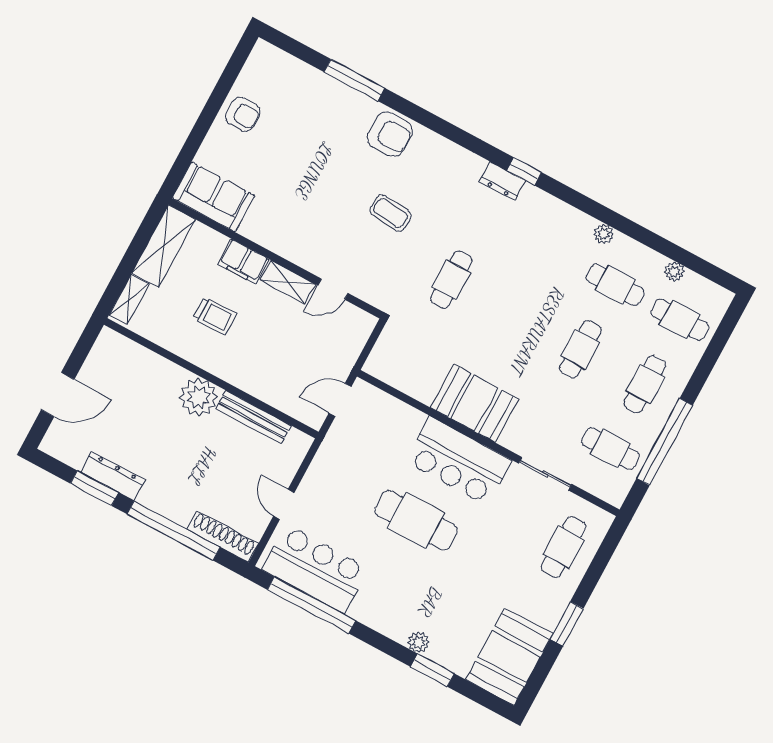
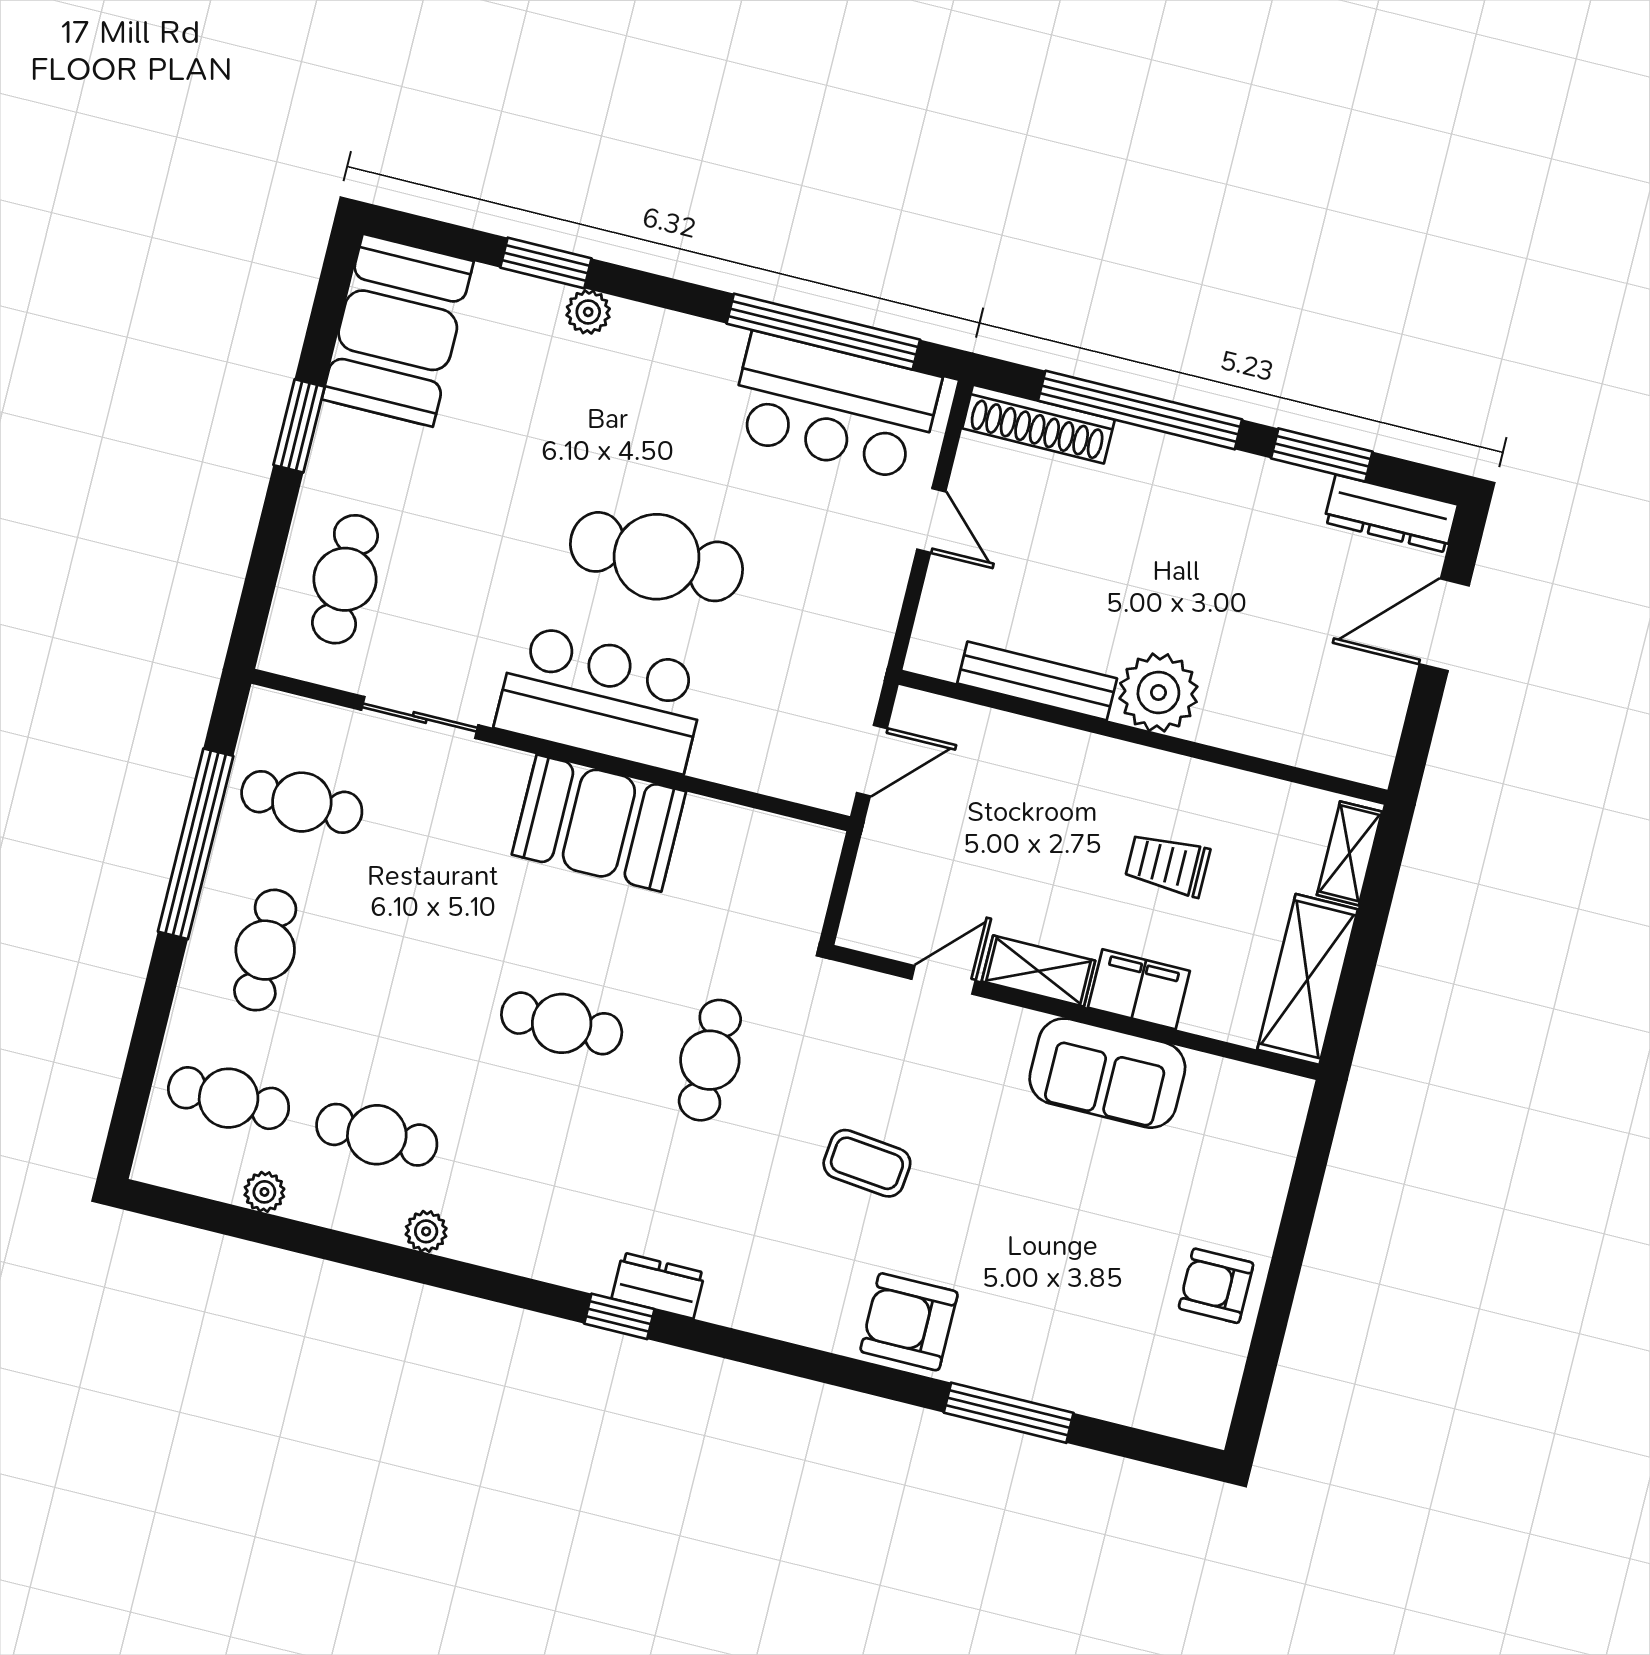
sofa: (213, 197) -> (1107, 1073), moved
cafe table: (580, 349) -> (562, 1023), moved, turned 90
dresser: (113, 476) -> (1391, 513), moved

